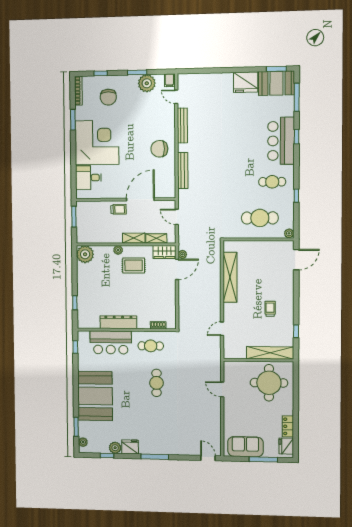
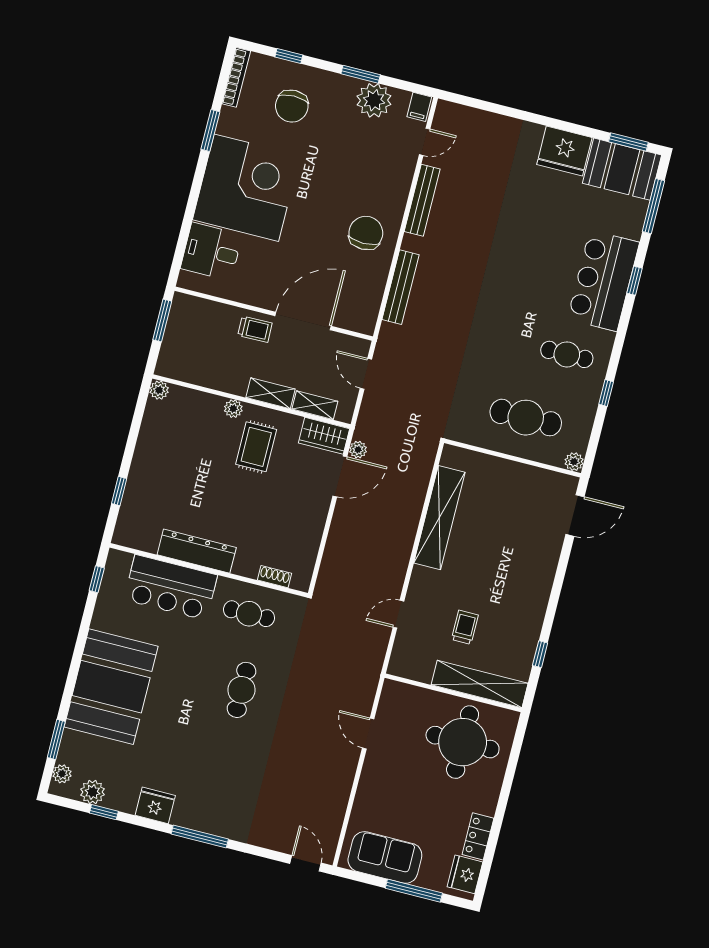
door: (176, 97) -> (425, 142), swing flipped
chair: (159, 149) -> (366, 233), turned 90
plant: (85, 254) -> (159, 390), width x0.53, depth x0.53
rug: (134, 265) -> (256, 447), turned 90
trolley: (270, 309) -> (465, 627), moved
plant: (115, 448) -> (93, 792), moved

